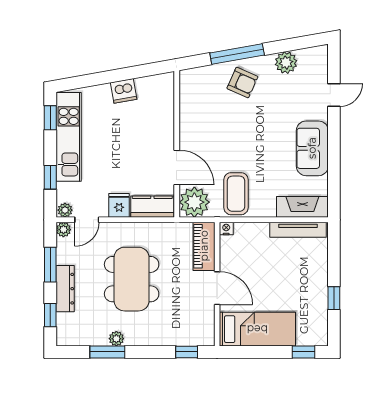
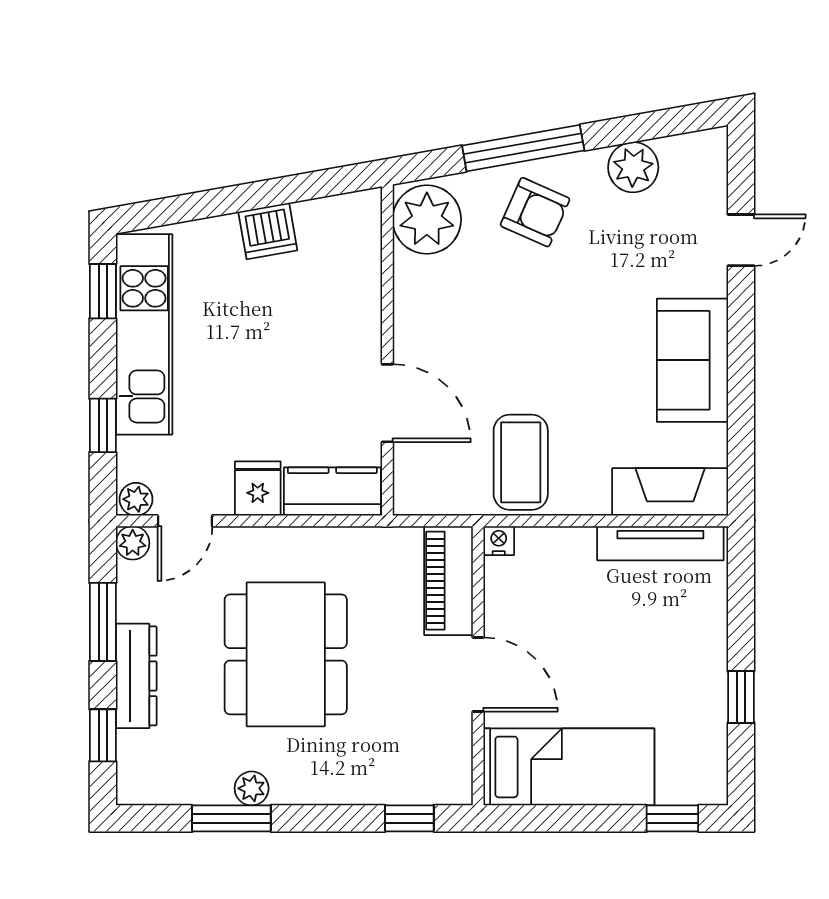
plant: (194, 202) -> (427, 220), moved

